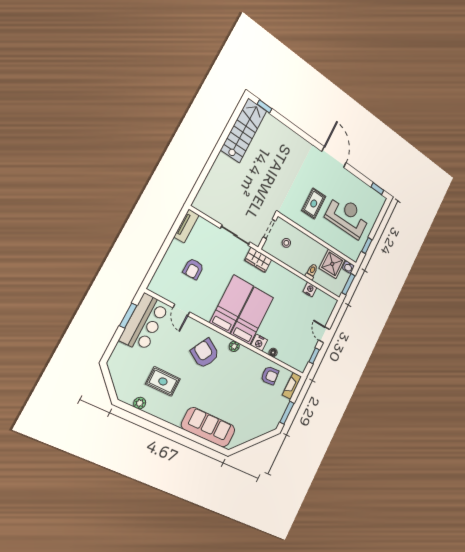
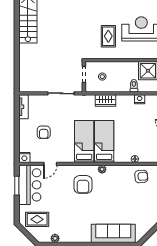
wardrobe: (258, 260) -> (106, 101), moved
door: (181, 310) -> (50, 164), hinge flipped
nightstand: (259, 343) -> (24, 157), moved
armchair: (205, 353) -> (83, 184), turned -120
rug: (163, 381) -> (37, 219), moved

